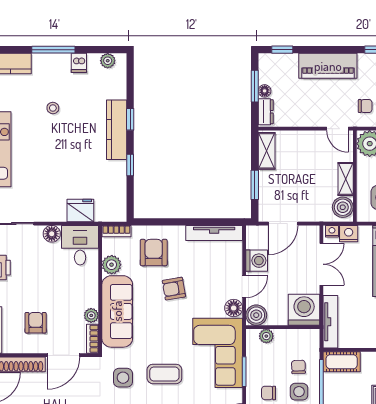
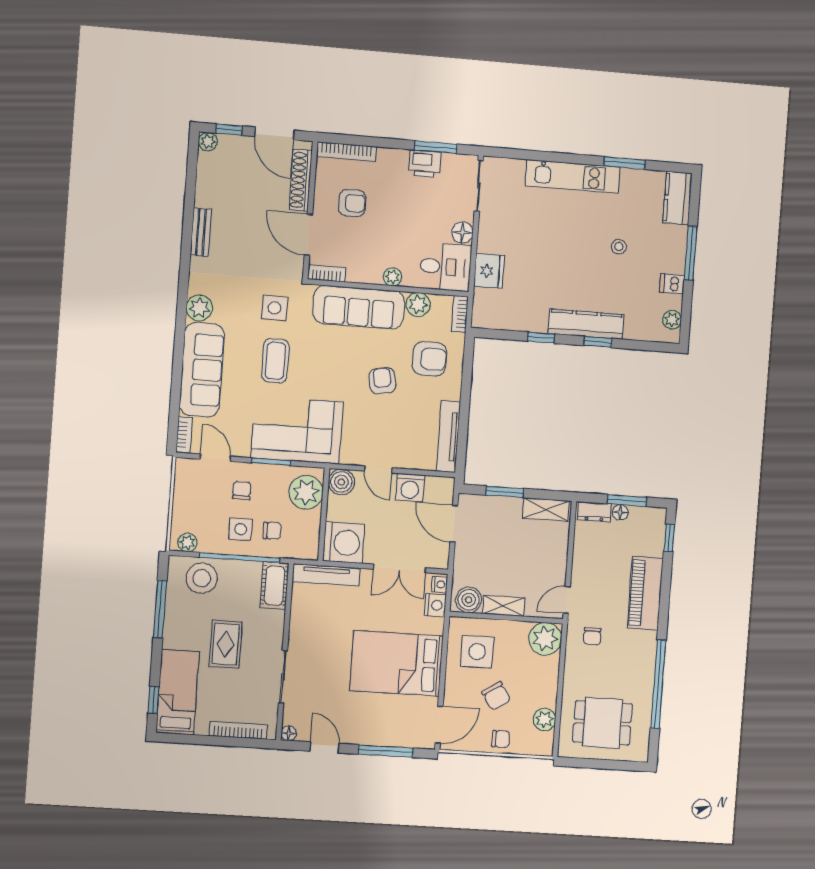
floor lamp: (234, 308) -> (352, 454), removed
plant: (91, 315) -> (392, 277), moved
plant: (266, 336) -> (306, 492), width x1.88, depth x1.88

